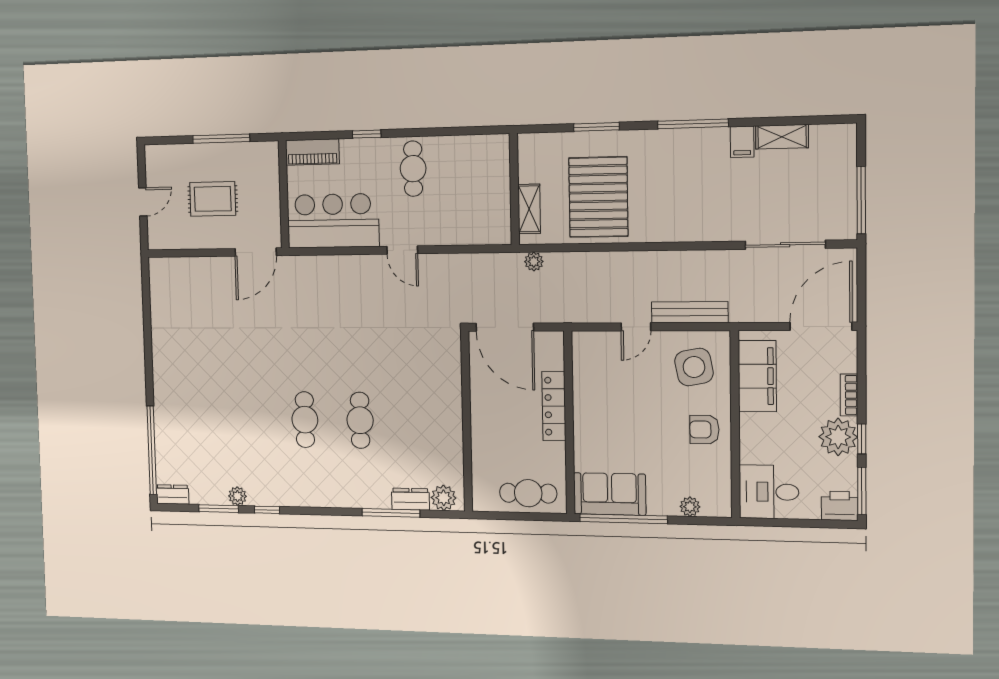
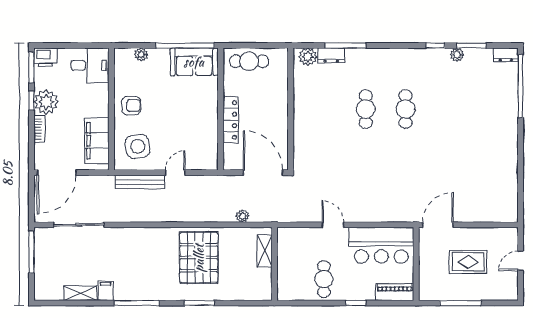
wall: (514, 189) -> (274, 264), moved
shelving: (529, 209) -> (265, 251), moved

